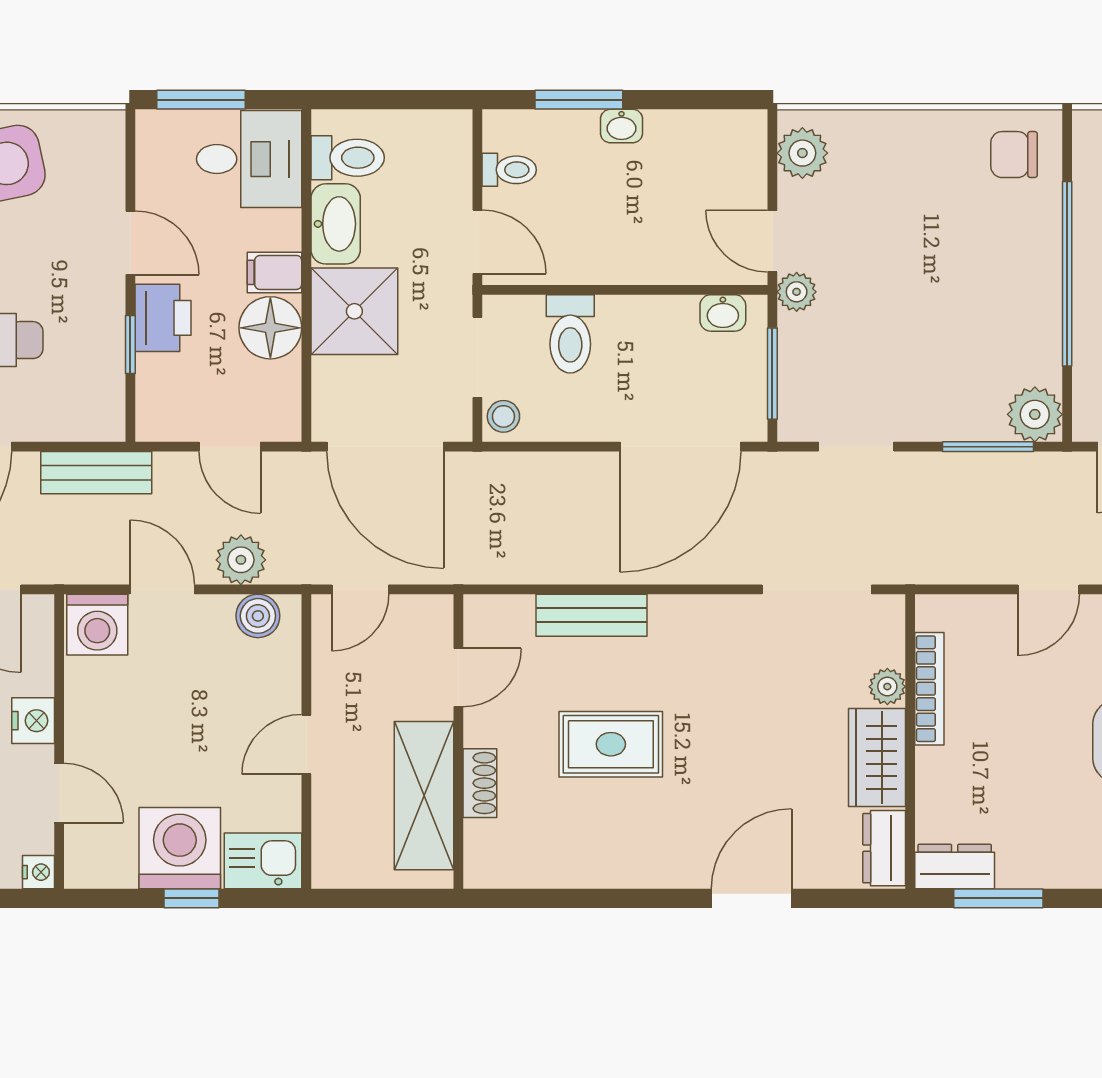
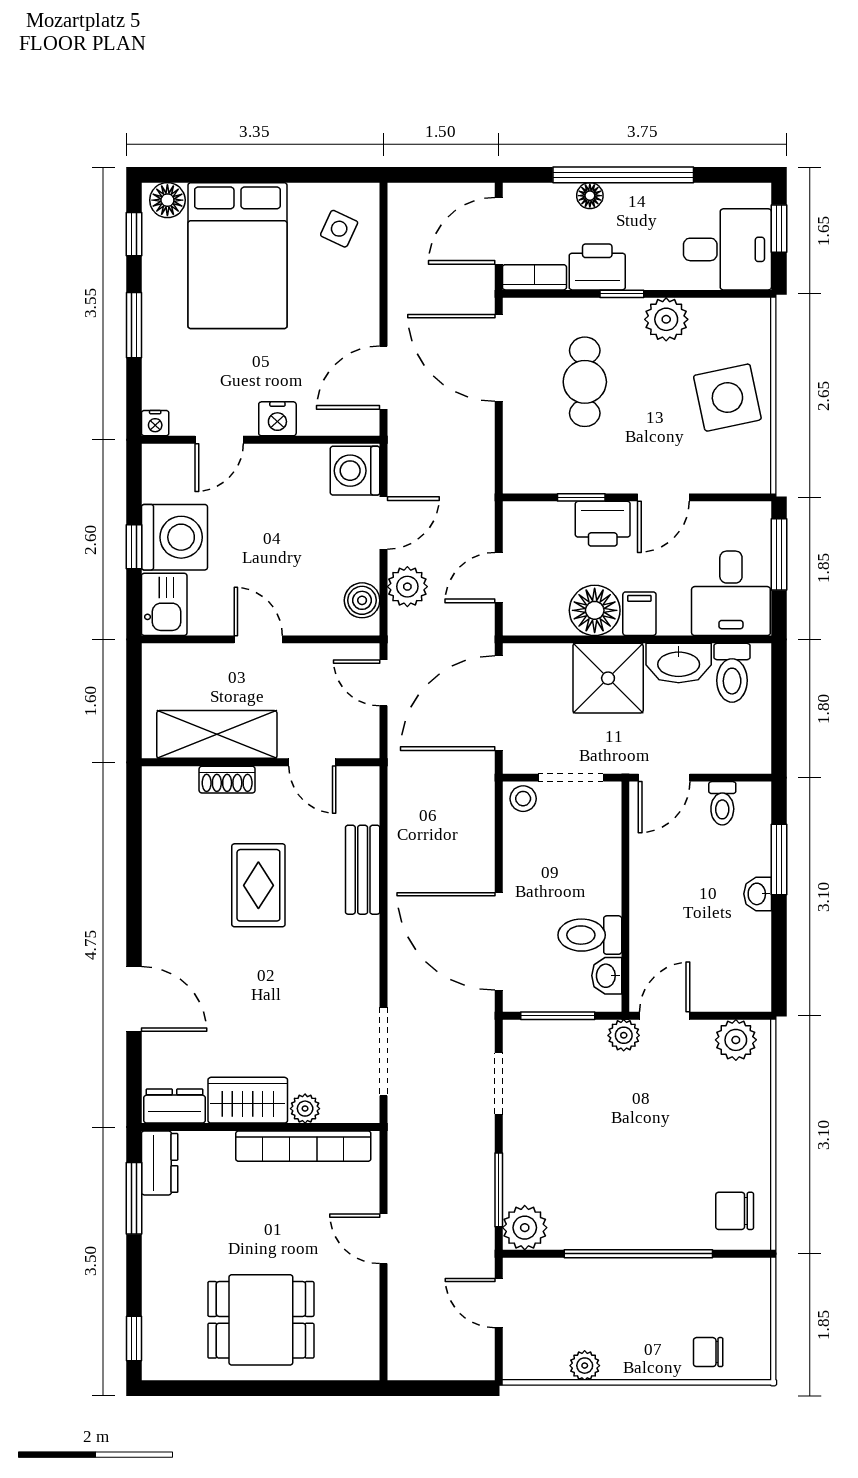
chair: (1014, 155) -> (735, 1211), turned -90
toilet: (570, 334) -> (590, 935), moved
bench: (96, 473) -> (478, 470), removed
bookcase: (929, 689) -> (303, 1146), width x1.48, depth x1.31

